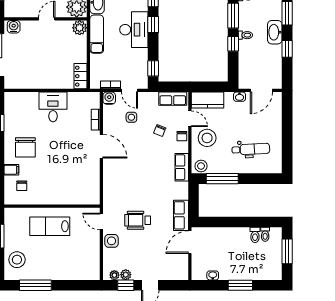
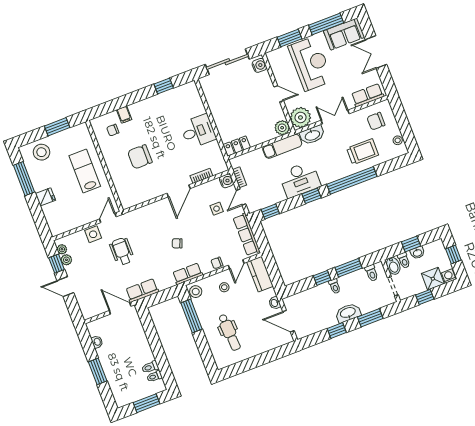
row of seats: (173, 99) -> (246, 234), width x1.48
chair: (160, 130) -> (177, 243), moved
stool: (207, 138) -> (224, 287), width x0.53, depth x0.53
chair: (25, 147) -> (140, 157), moved
fridge: (60, 272) -> (45, 197), added

